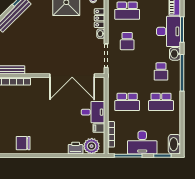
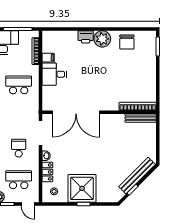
double door: (72, 76) -> (76, 112), swing flipped
chair: (23, 143) -> (127, 42), turned 90
plant: (92, 146) -> (102, 39), moved
printer: (76, 148) -> (86, 37), moved

